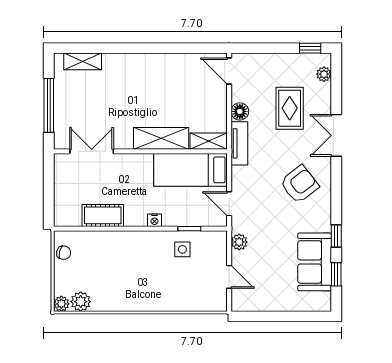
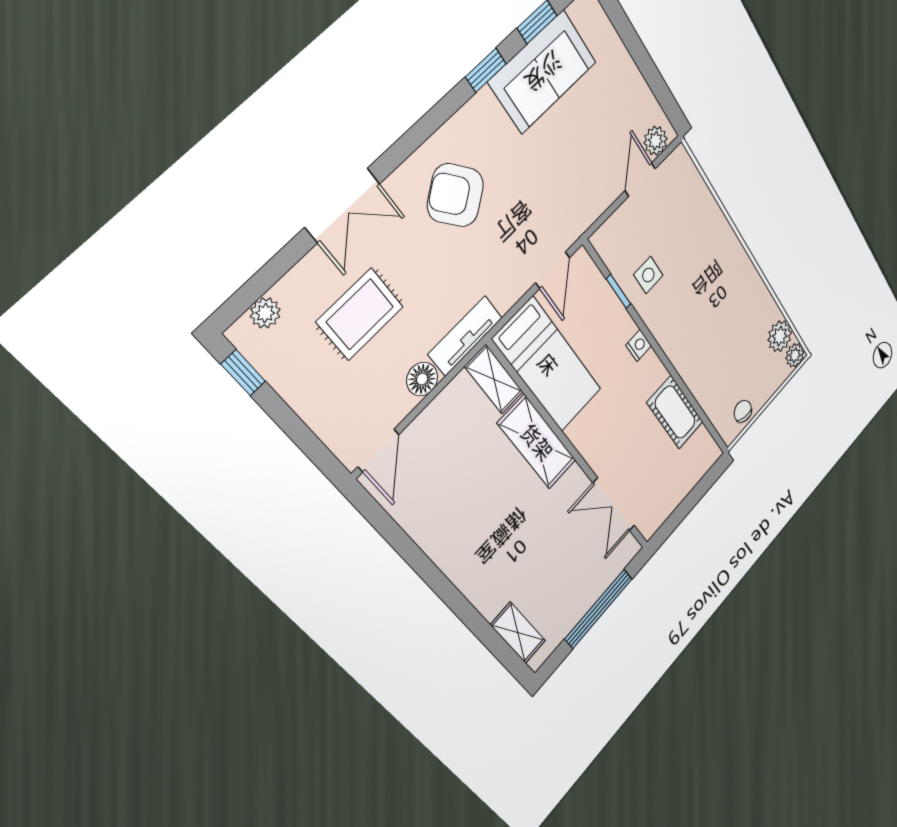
plant: (239, 242) -> (656, 141), moved

